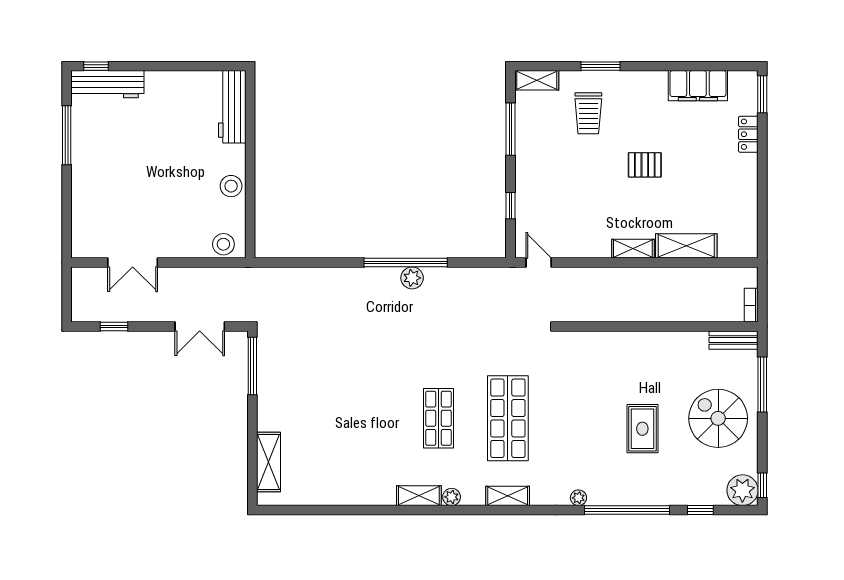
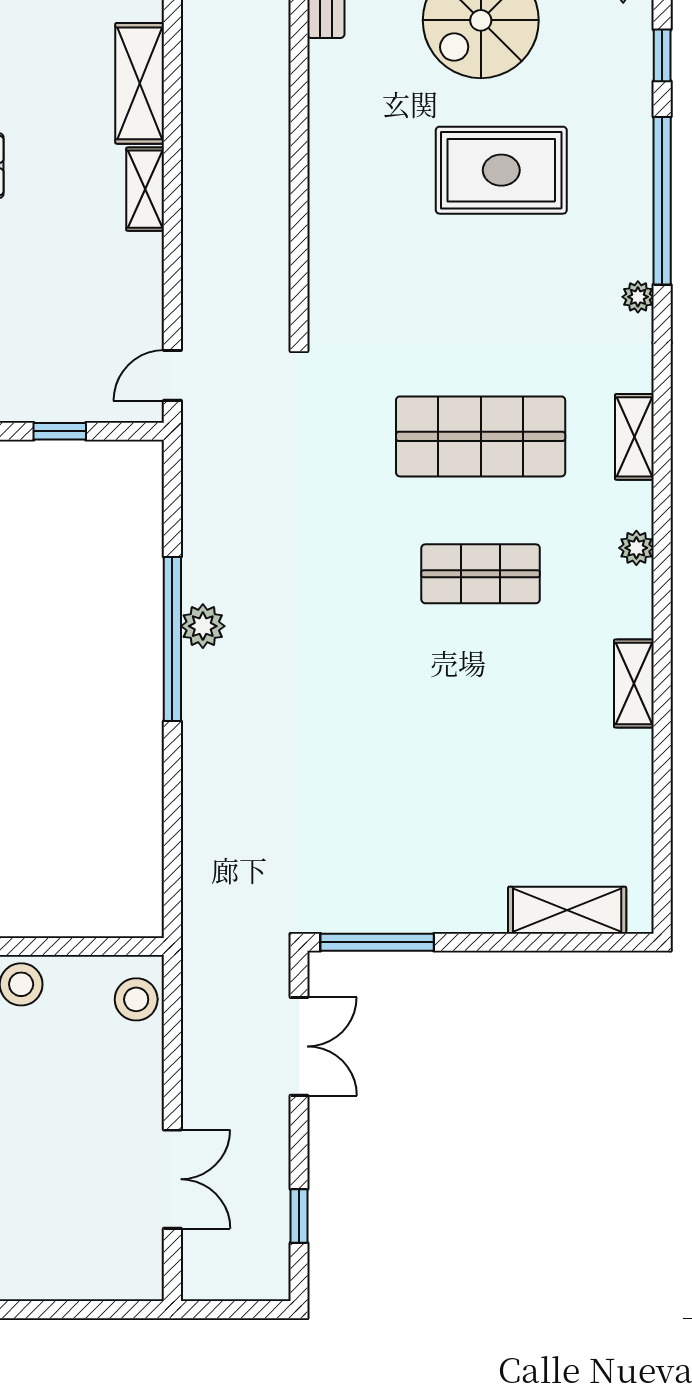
rug: (642, 429) -> (501, 170), width x1.36, depth x1.43
shelving: (419, 496) -> (634, 684), moved

